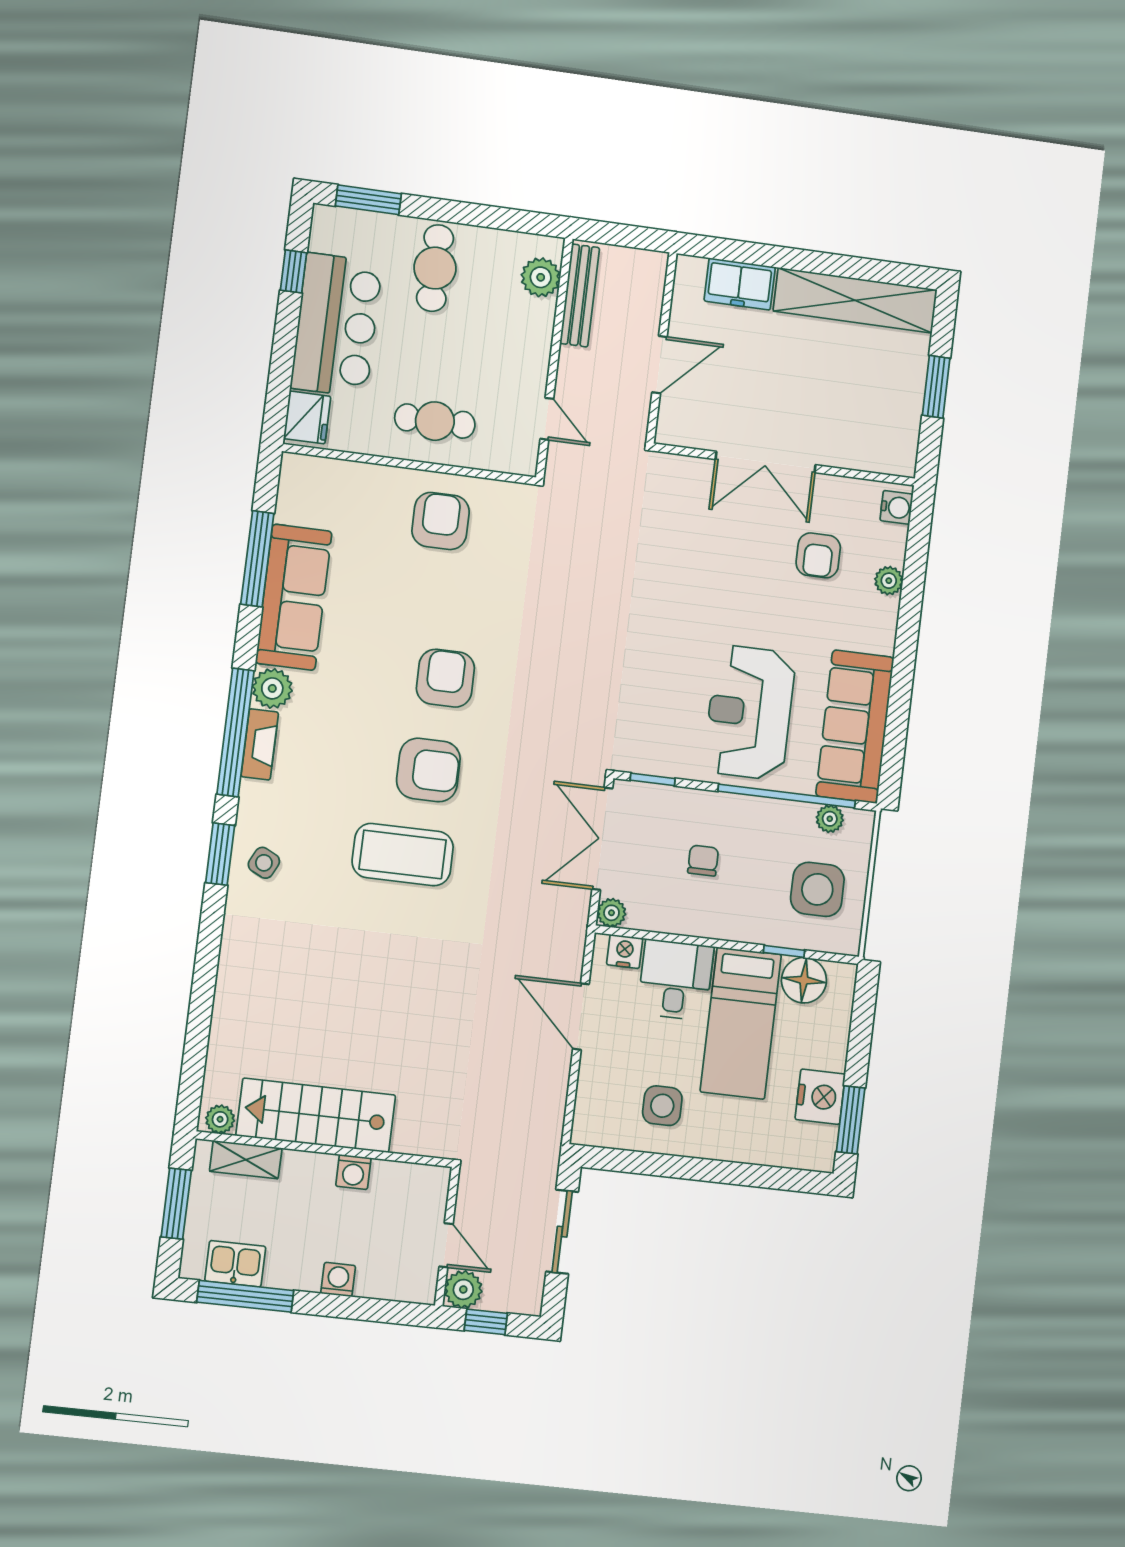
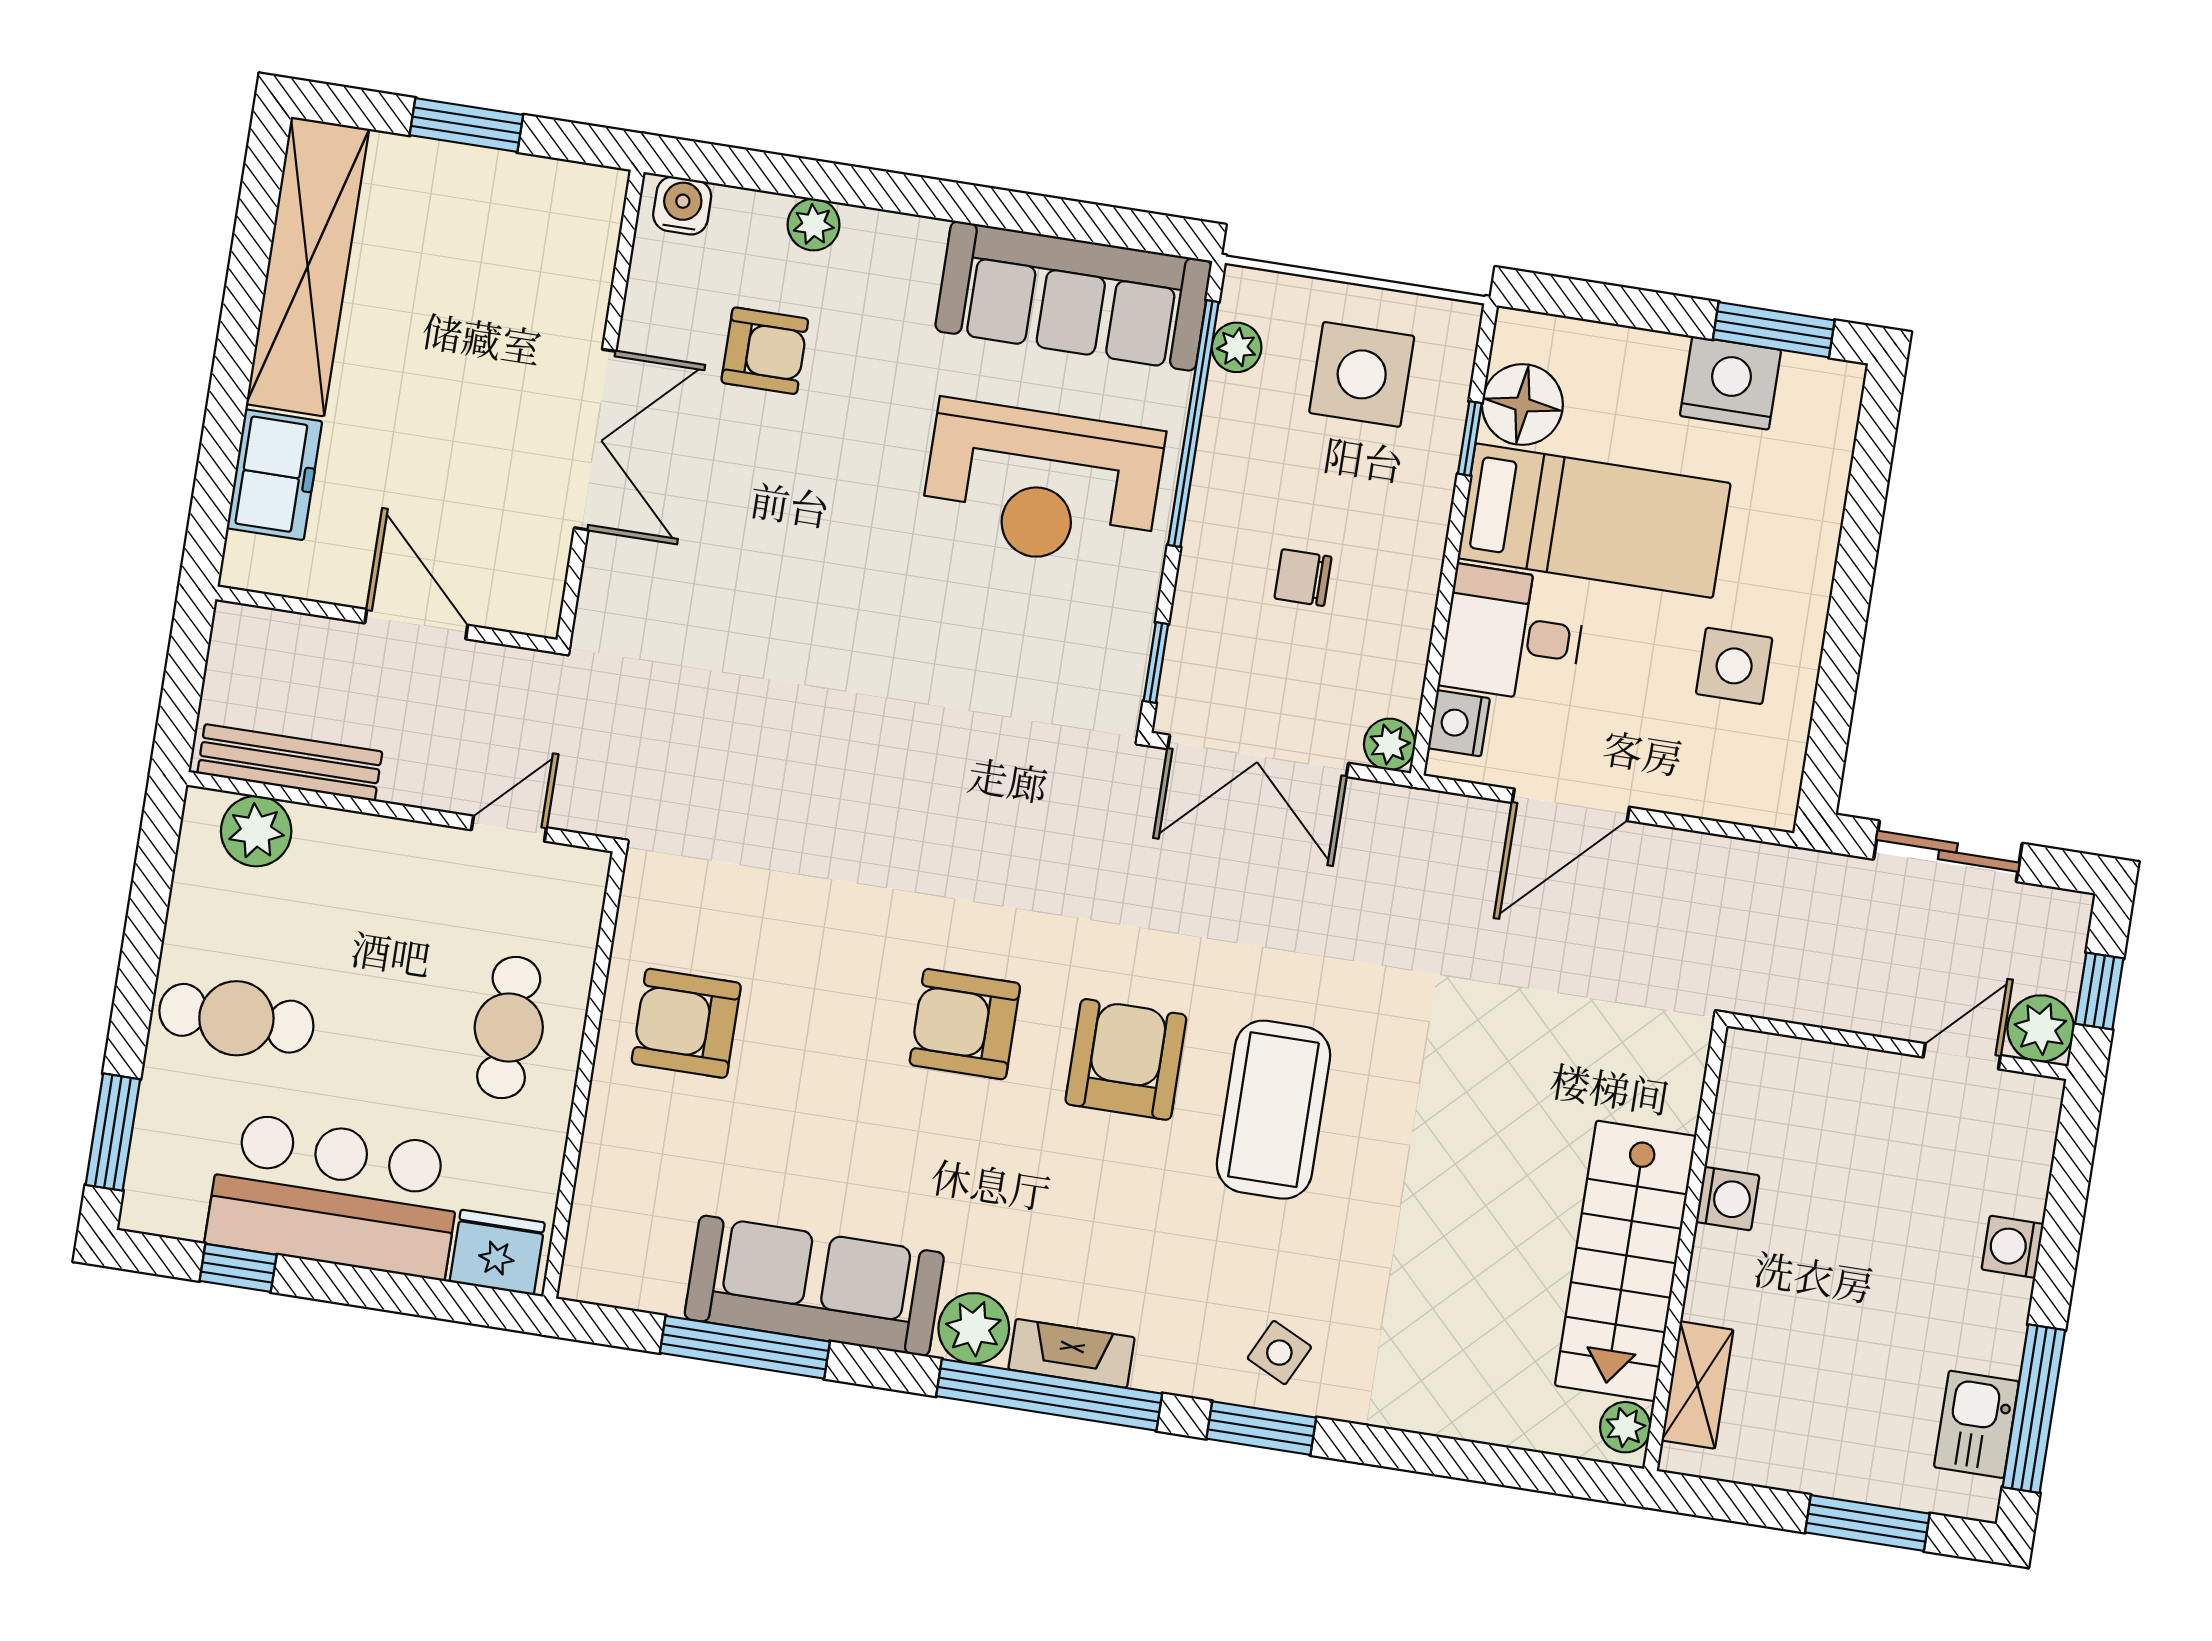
stairs: (316, 1115) -> (1626, 1261), moved
plant: (220, 1119) -> (1625, 1427), moved
wall: (325, 1149) -> (1685, 1247), moved
shelving: (246, 1160) -> (1698, 1385), moved
washing machine: (353, 1172) -> (1728, 1199), moved

